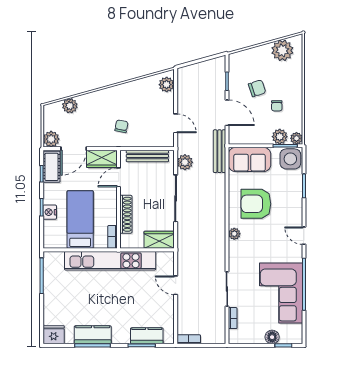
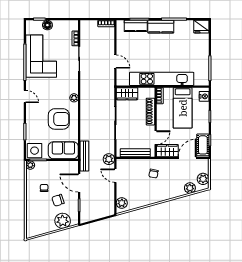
plant: (282, 50) -> (63, 221), moved
plant: (280, 137) -> (42, 166), removed
plant: (51, 139) -> (203, 179), moved
plant: (185, 162) -> (109, 159), moved
nightstand: (50, 212) -> (204, 96), moved
kitchen counter: (93, 335) -> (161, 27), moved

